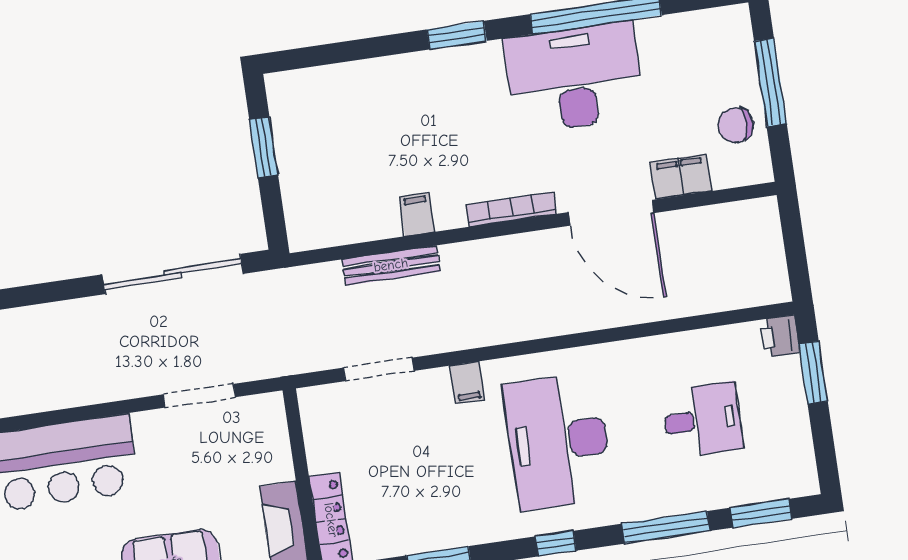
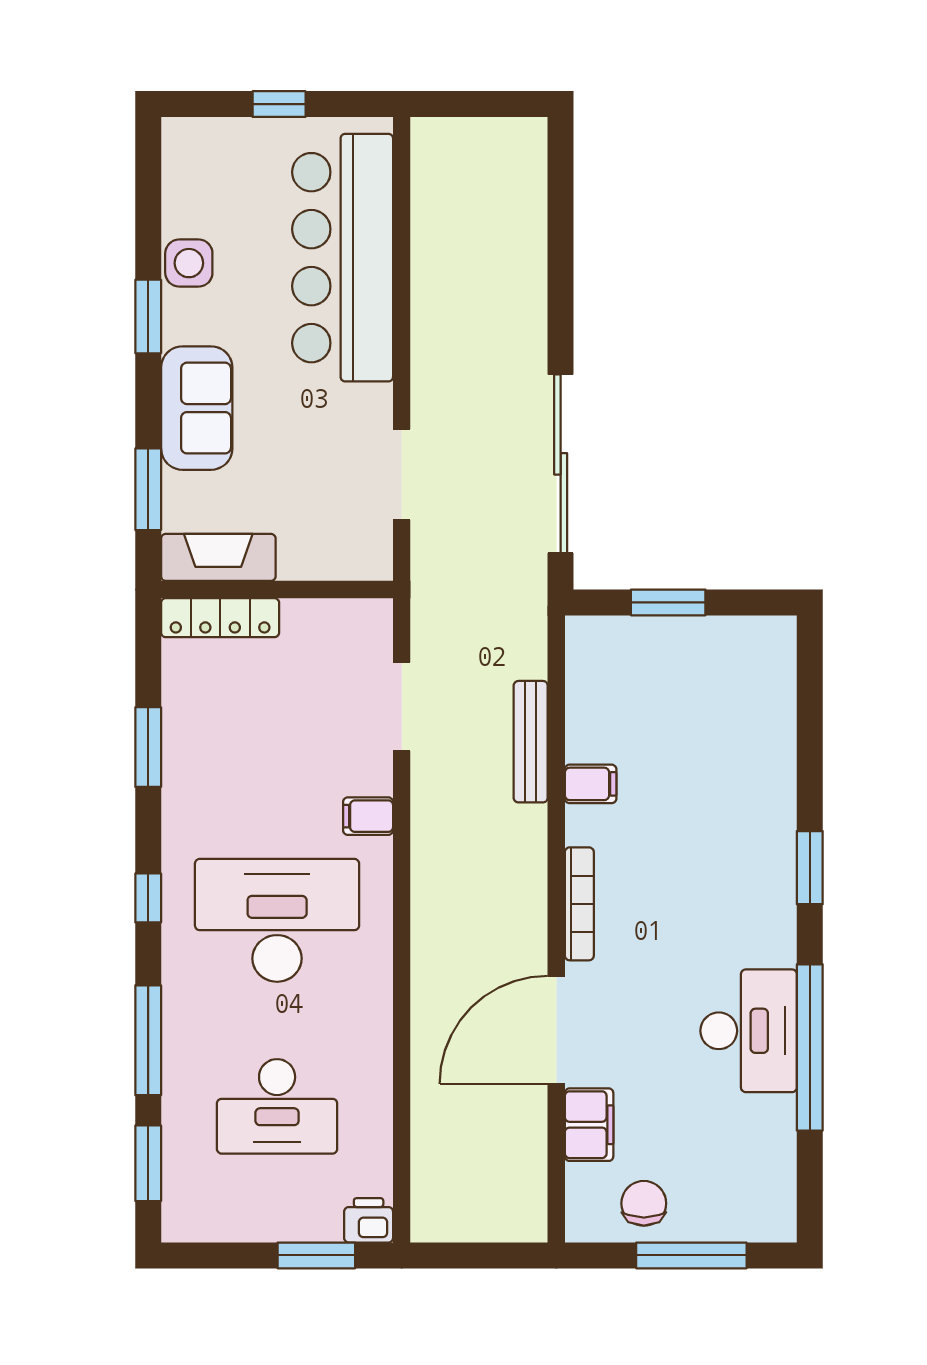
desk: (574, 77) -> (749, 1031), width x0.73, depth x0.77
window: (264, 147) -> (668, 602), moved
desk: (702, 420) -> (277, 1106), width x1.37

